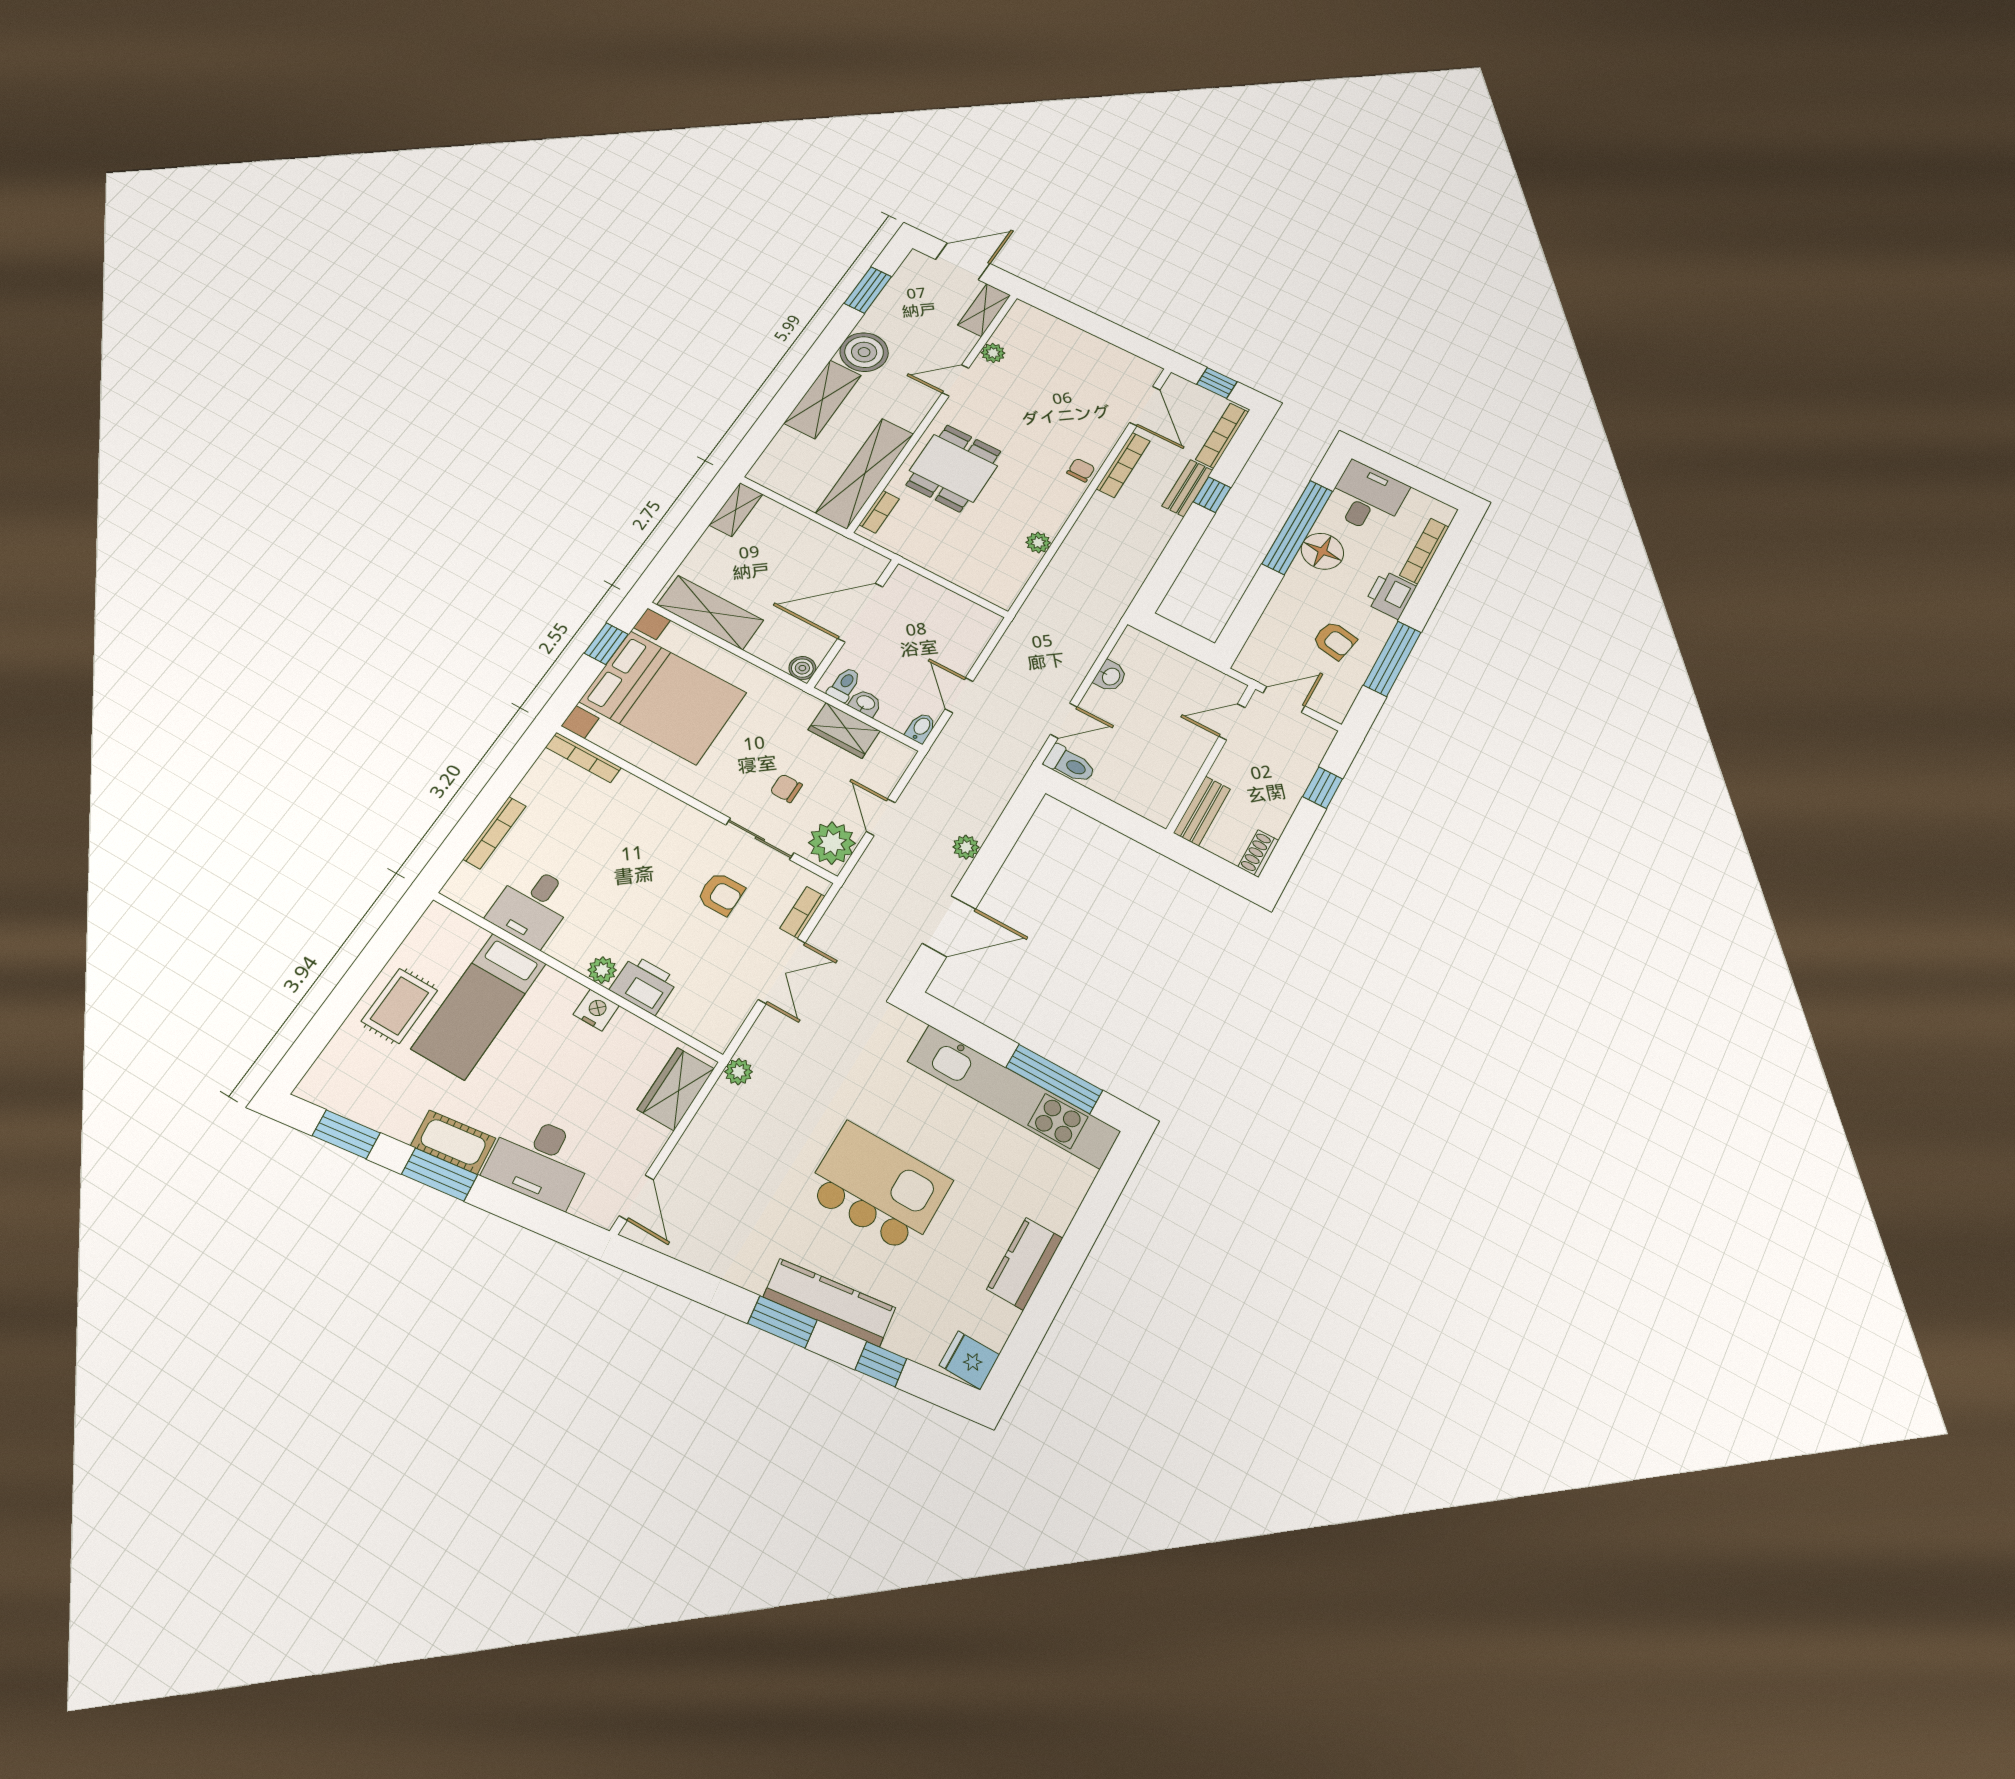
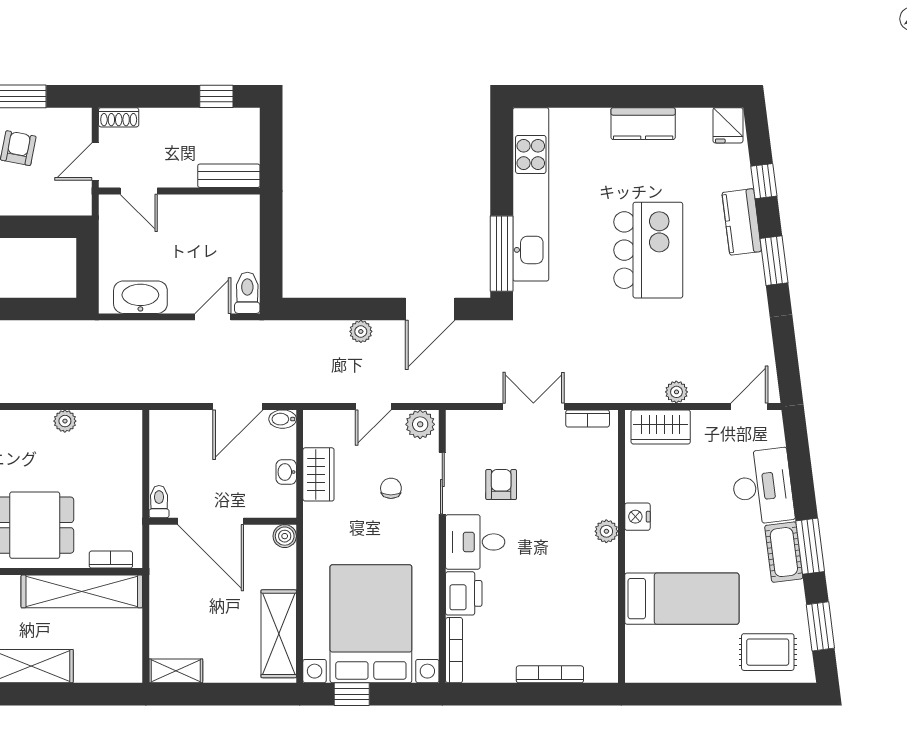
washbasin: (1110, 676) -> (140, 297), width x1.91, depth x1.45
toilet: (844, 685) -> (159, 502), moved, turned 90
door: (959, 695) -> (238, 406), width x1.38
door: (1284, 699) -> (95, 161), hinge flipped
door: (1064, 721) -> (213, 317), hinge flipped
chair: (786, 788) -> (391, 488), turned 180
window: (1323, 788) -> (216, 96), moved
plant: (832, 843) -> (420, 424), width x0.73, depth x0.73
shoe rack: (1258, 853) -> (119, 117), moved
desk: (532, 906) -> (475, 542), moved, turned 180
bookcase: (802, 912) -> (588, 418), moved
door: (949, 926) -> (430, 309), swing flipped
printer: (644, 985) -> (464, 593), moved, turned 180
rug: (399, 1006) -> (768, 652), moved
plant: (739, 1072) -> (676, 392), moved
window: (1054, 1079) -> (502, 254), moved
kitchen island: (878, 1187) -> (648, 250), turned 180
kitchen counter: (829, 1302) -> (742, 222), width x0.67

